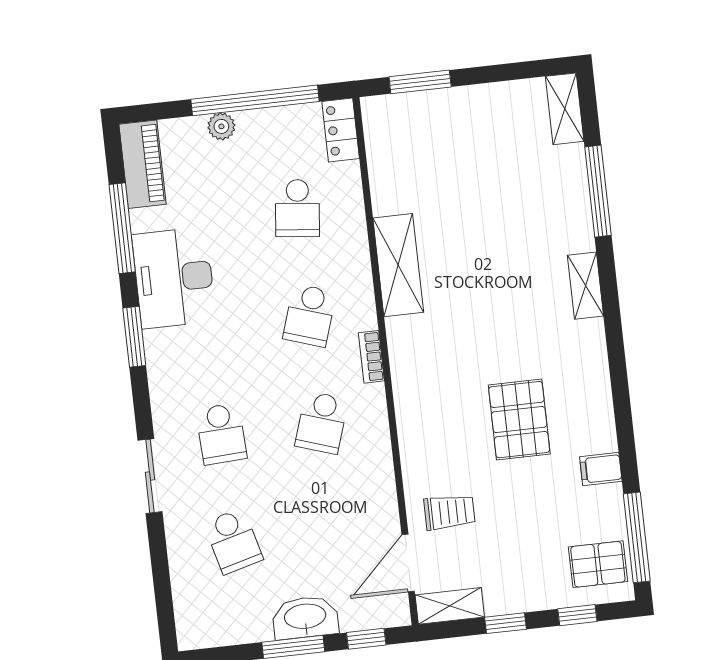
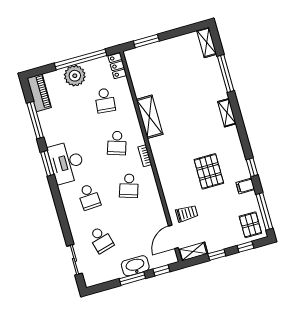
plant: (221, 126) -> (75, 76), width x1.87, depth x1.87
desk: (174, 278) -> (67, 162), moved
window: (624, 427) -> (252, 167), added
sliding door: (150, 476) -> (74, 260), moved
pallet: (598, 564) -> (250, 225), turned 90

